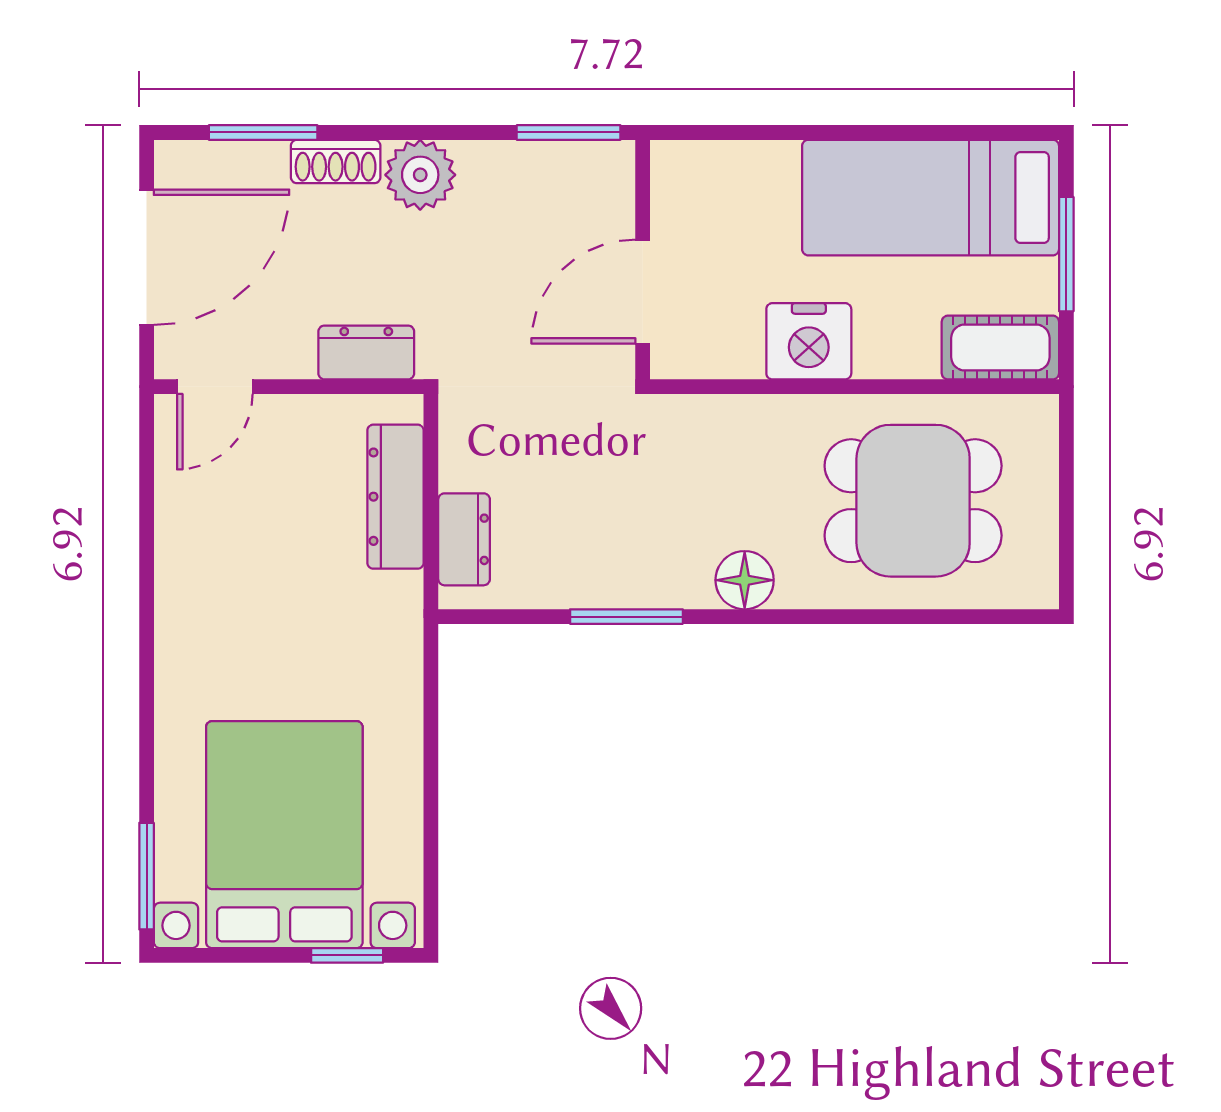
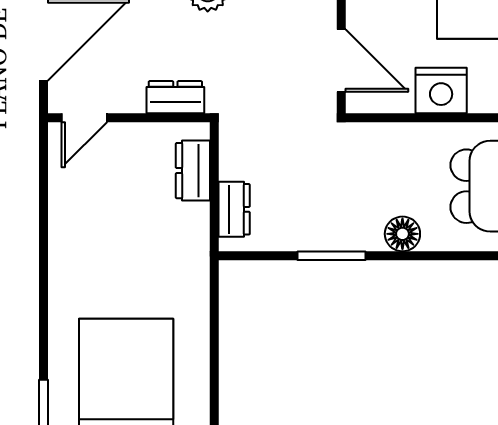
door: (643, 292) -> (341, 61), swing flipped
dresser: (395, 497) -> (193, 171), width x0.70

